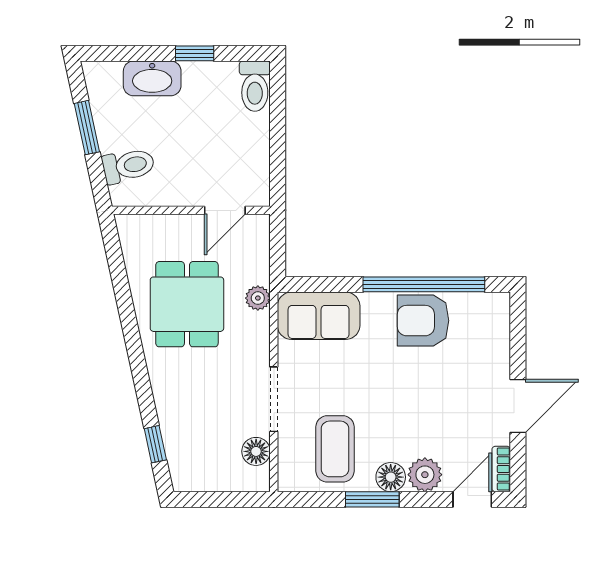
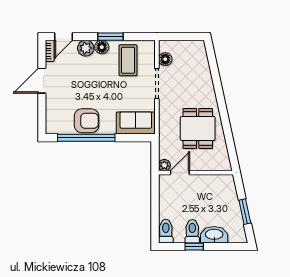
toilet: (128, 166) -> (192, 231), moved, turned 102
plant: (258, 298) -> (164, 165), moved
window: (155, 444) -> (213, 63), removed

